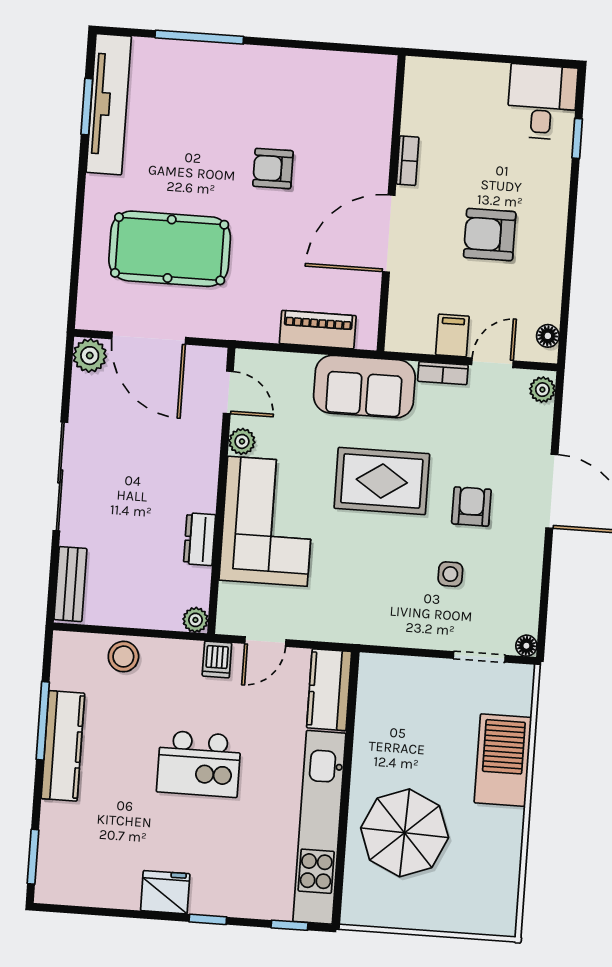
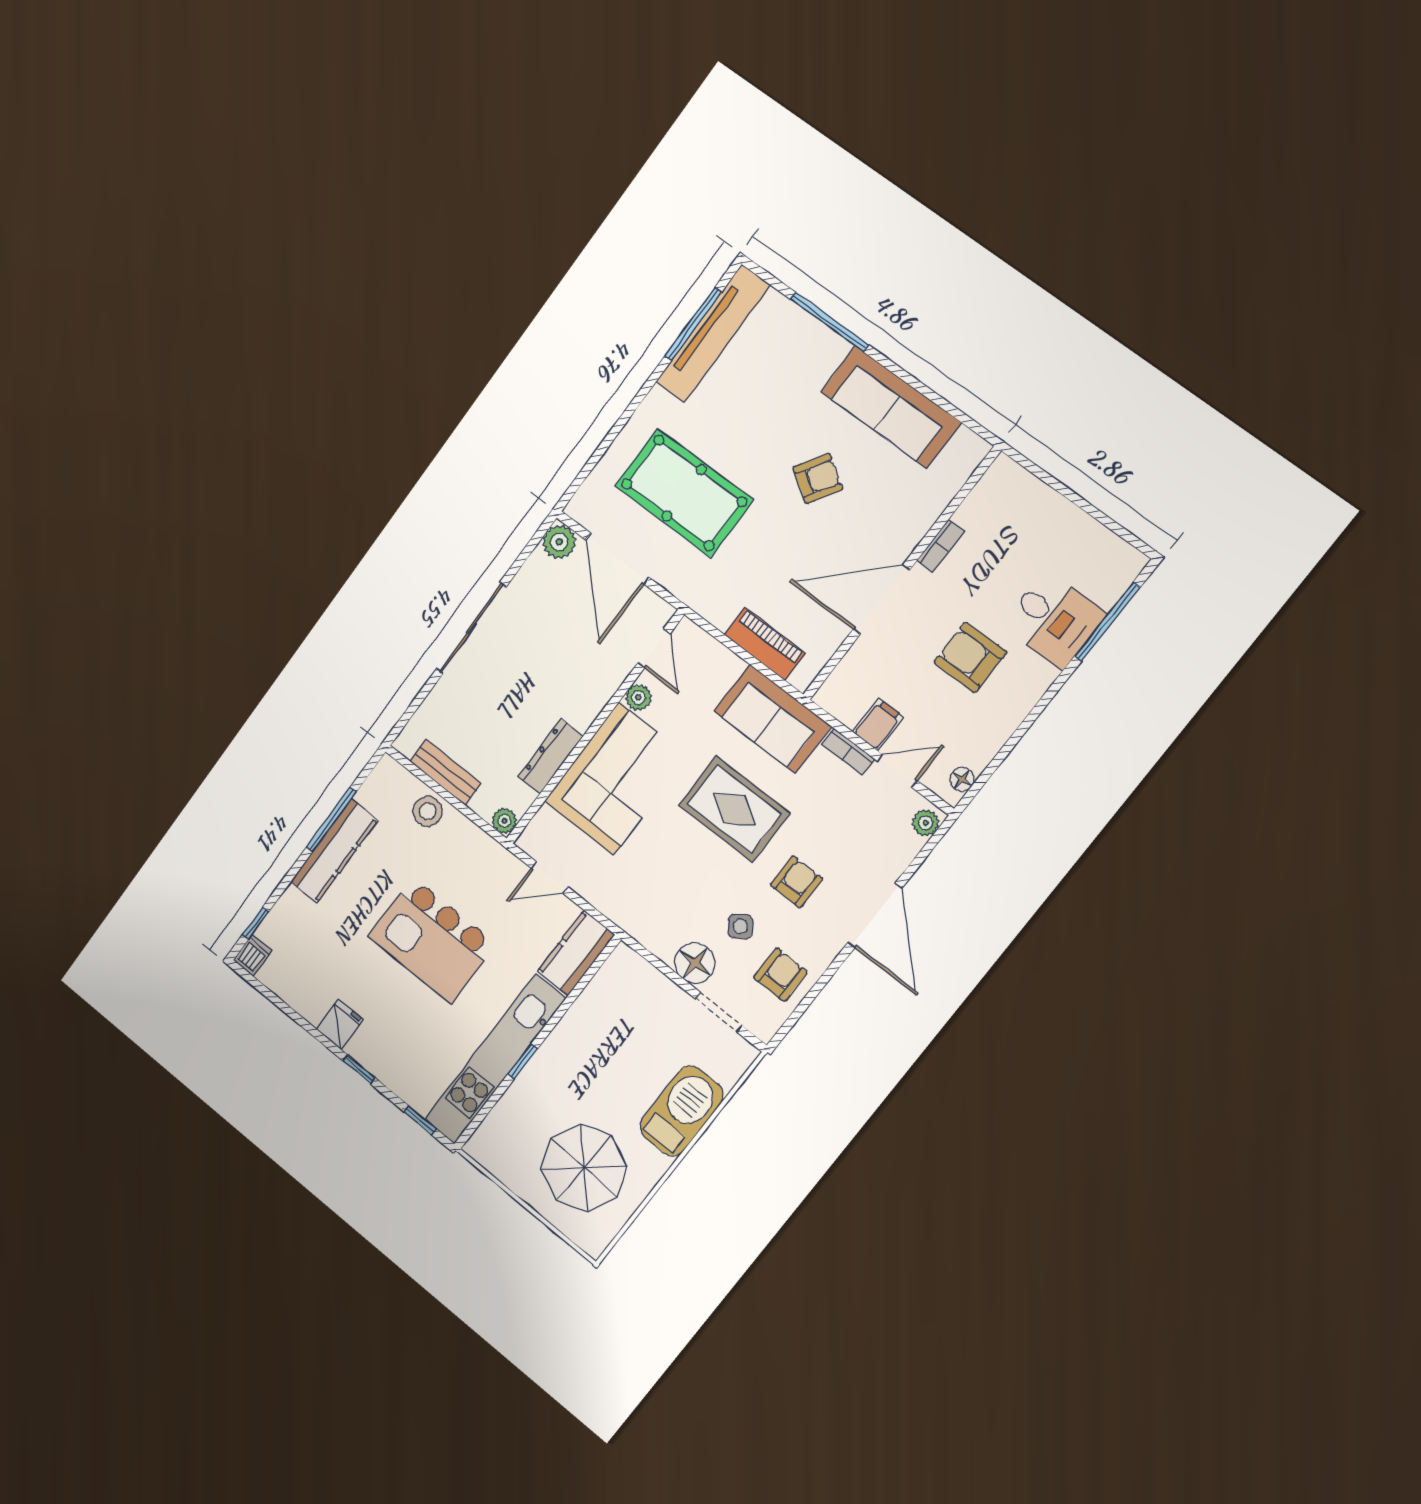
sofa: (295, 75) -> (891, 407), added
desk: (542, 102) -> (1054, 620), moved, turned 90
window: (87, 107) -> (693, 324), width x1.44
window: (577, 138) -> (1107, 622), width x2.17
armchair: (273, 169) -> (818, 478), turned 123
dresser: (200, 539) -> (551, 756), width x1.44
side table: (450, 574) -> (740, 927), turned -34
bench: (70, 584) -> (445, 772), moved, turned 90
armchair: (509, 591) -> (780, 975), added
floor lamp: (526, 646) -> (695, 963), moved, width x1.89, depth x1.89
dishwasher: (217, 659) -> (253, 955), moved, turned 180
kitchen island: (199, 764) -> (432, 940), width x1.37, depth x1.28
window: (344, 813) -> (523, 1062), added
parasol: (405, 833) -> (584, 1168), moved
window: (33, 857) -> (256, 923), width x0.67
fridge: (165, 892) -> (340, 1024), width x0.72

